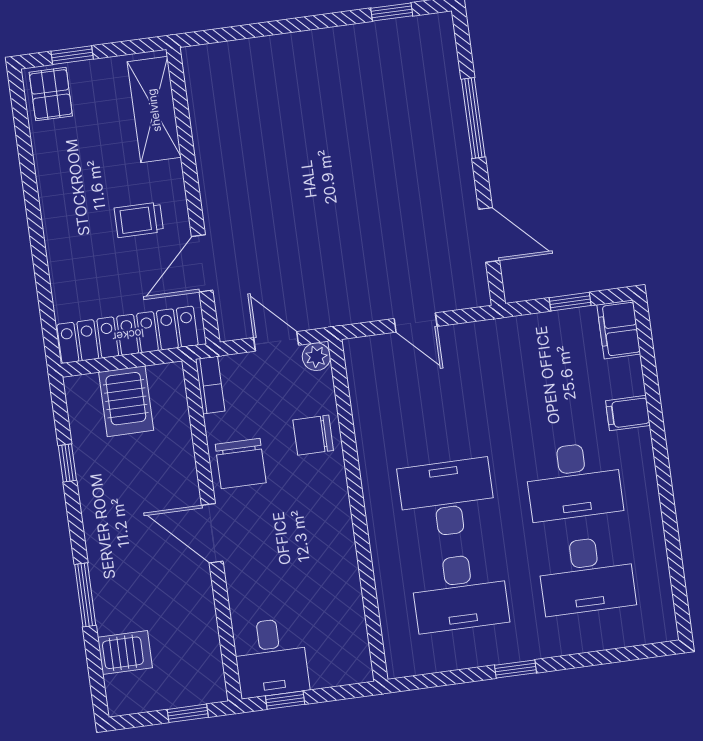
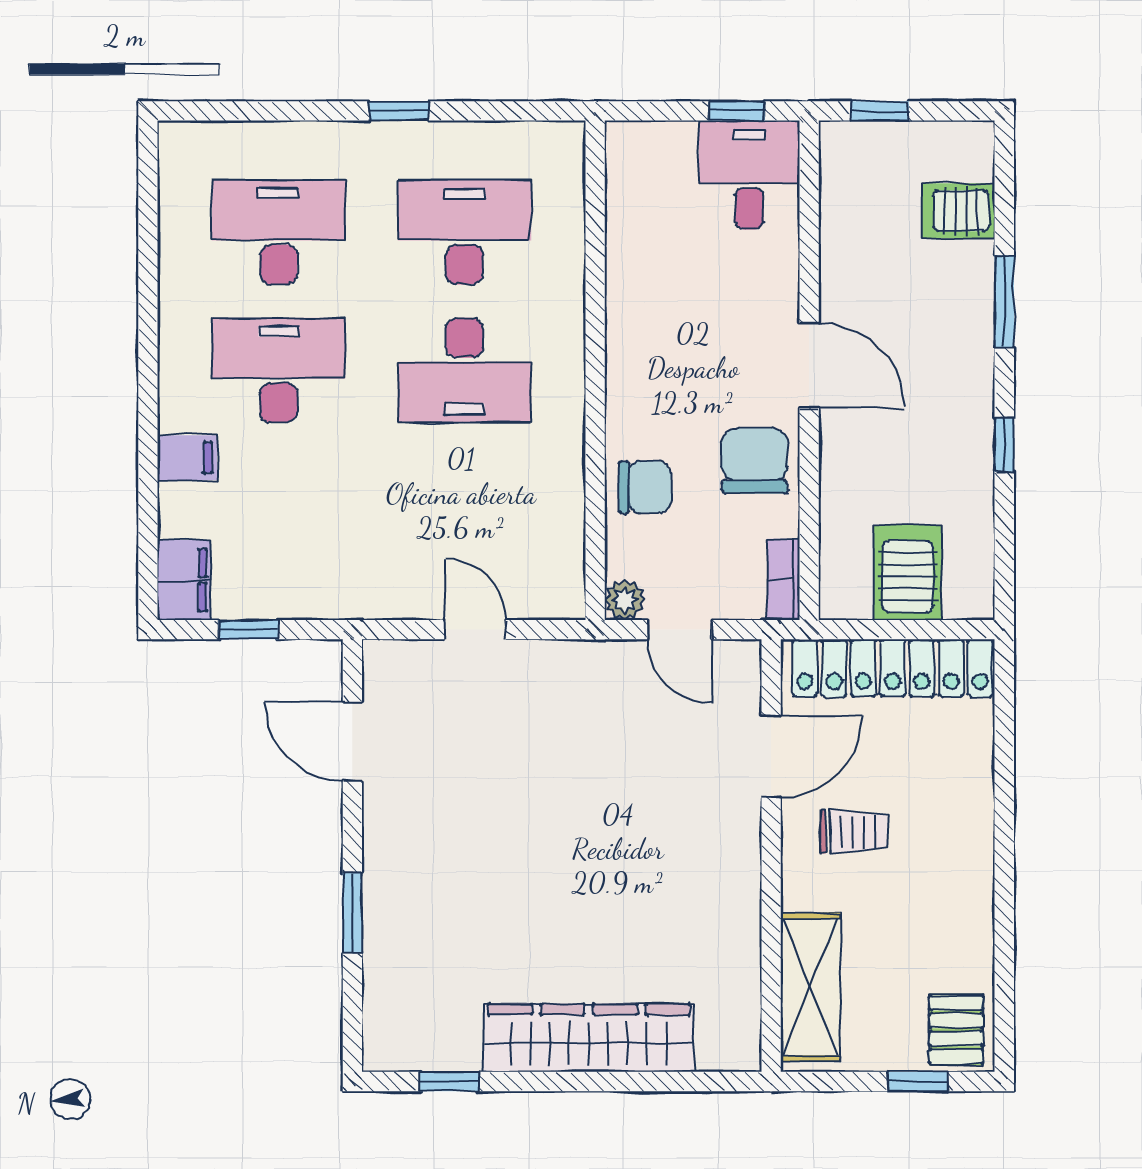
wardrobe: (301, 55) -> (589, 1038), added
window: (473, 118) -> (352, 913), width x0.69
window: (67, 463) -> (1004, 445), moved

